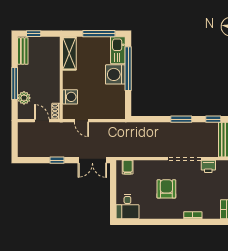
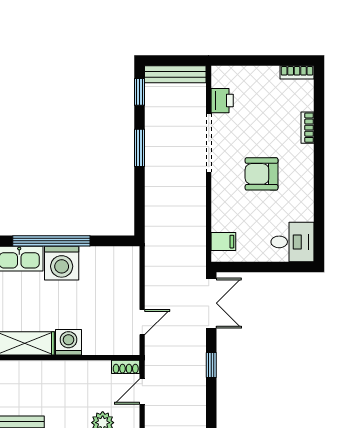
washing machine: (70, 97) -> (68, 342), moved

